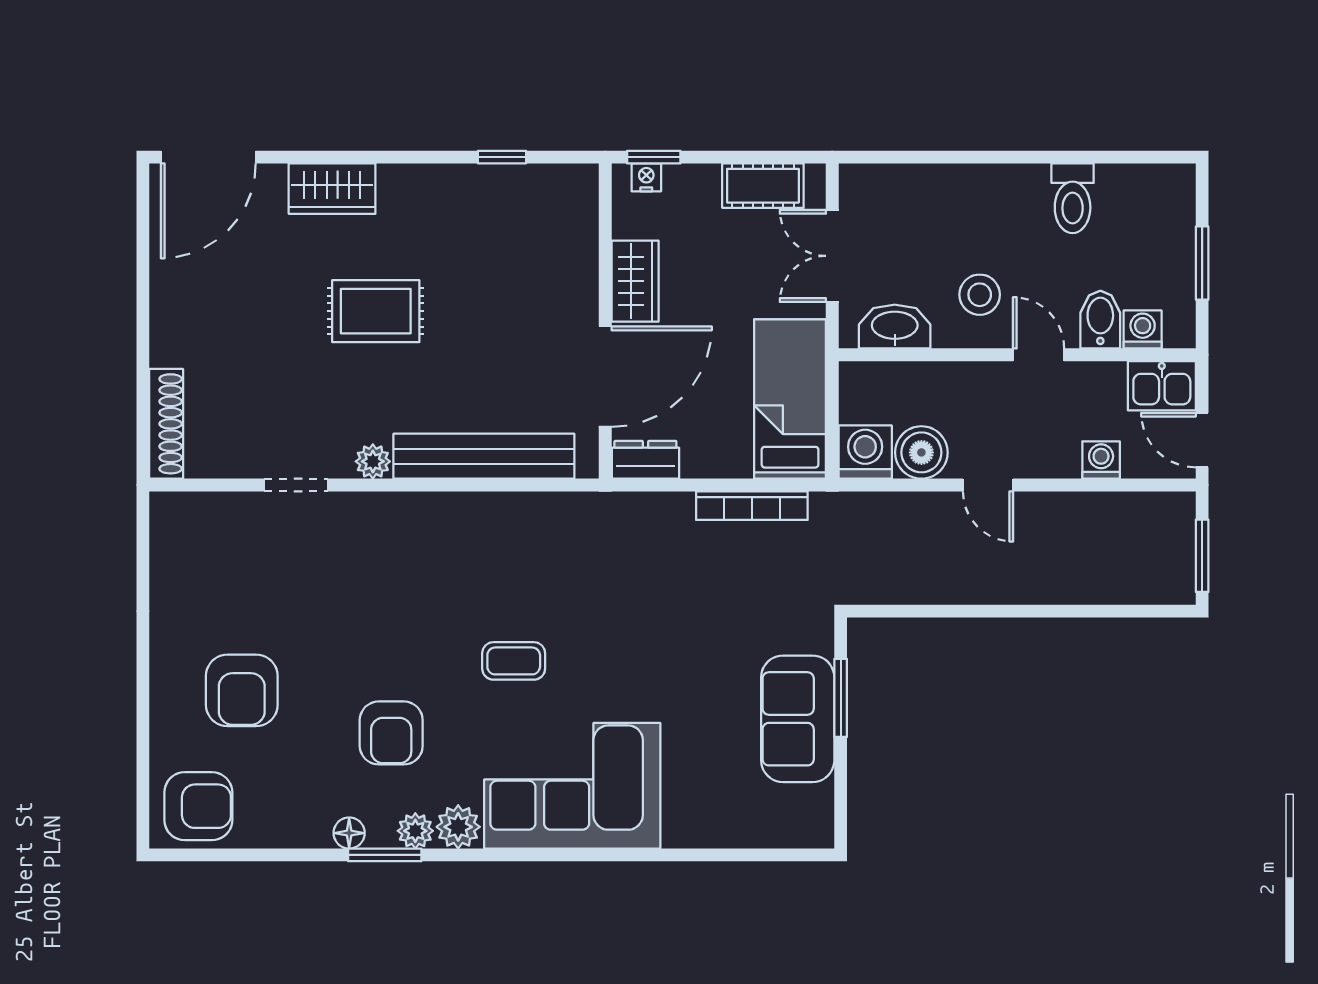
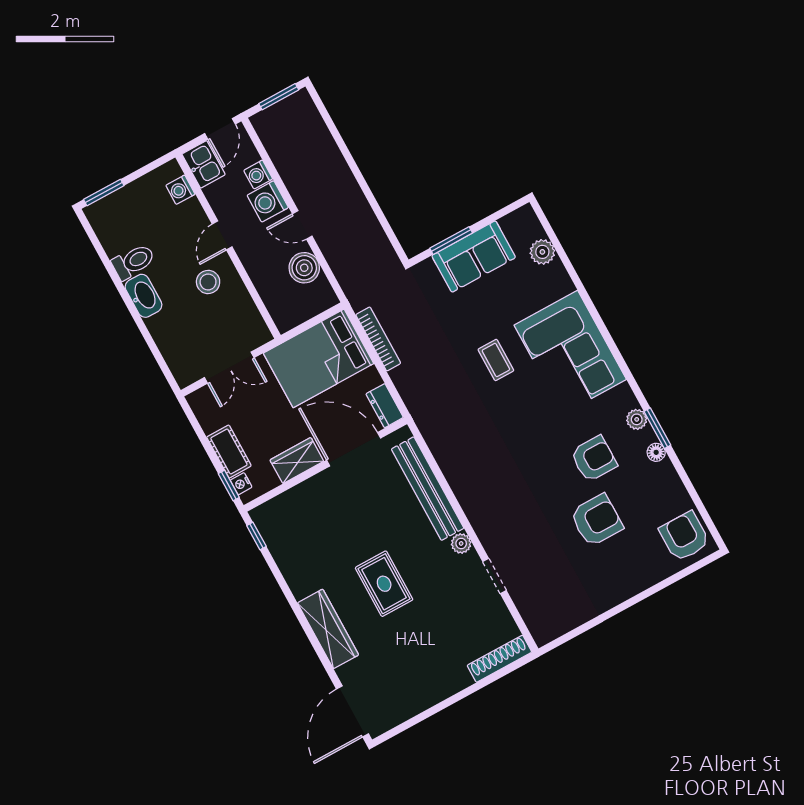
door: (208, 157) -> (352, 711), swing flipped
window: (502, 157) -> (256, 536), moved
cot: (763, 186) -> (229, 451), moved
wardrobe: (332, 189) -> (328, 629), width x1.50
window: (1202, 263) -> (104, 192), moved
bidet: (1100, 320) -> (187, 214), removed
washbasin: (895, 327) -> (144, 296), moved, turned 180
bed: (790, 399) -> (319, 358), width x1.50
washing machine: (865, 452) -> (268, 201), moved
door: (988, 485) -> (302, 225), swing flipped
coffee table: (514, 661) -> (496, 360), moved
armchair: (242, 690) -> (596, 520), moved
plant: (458, 827) -> (542, 252), moved

